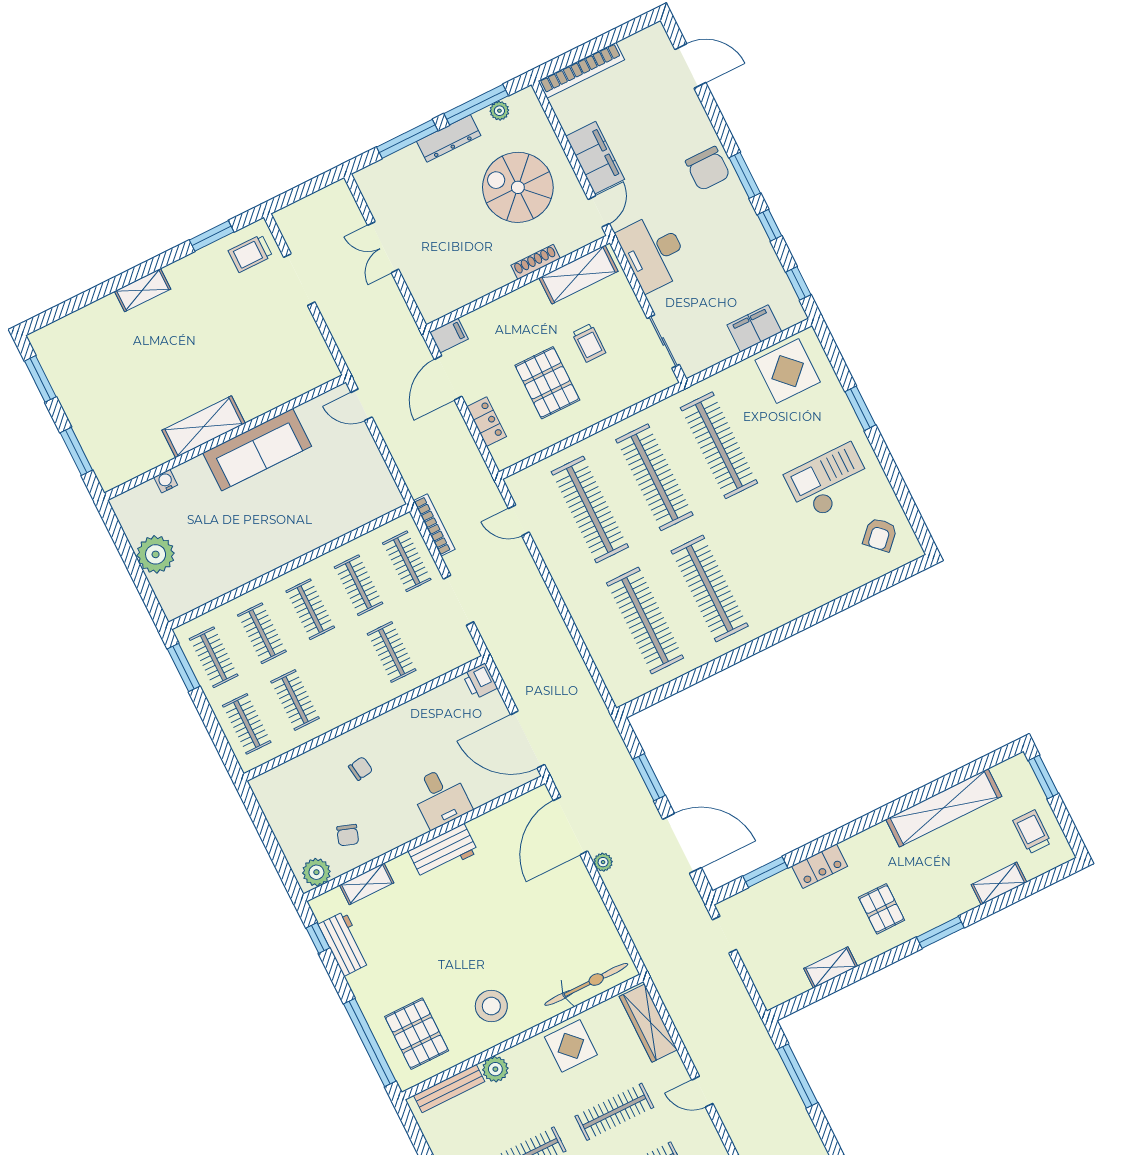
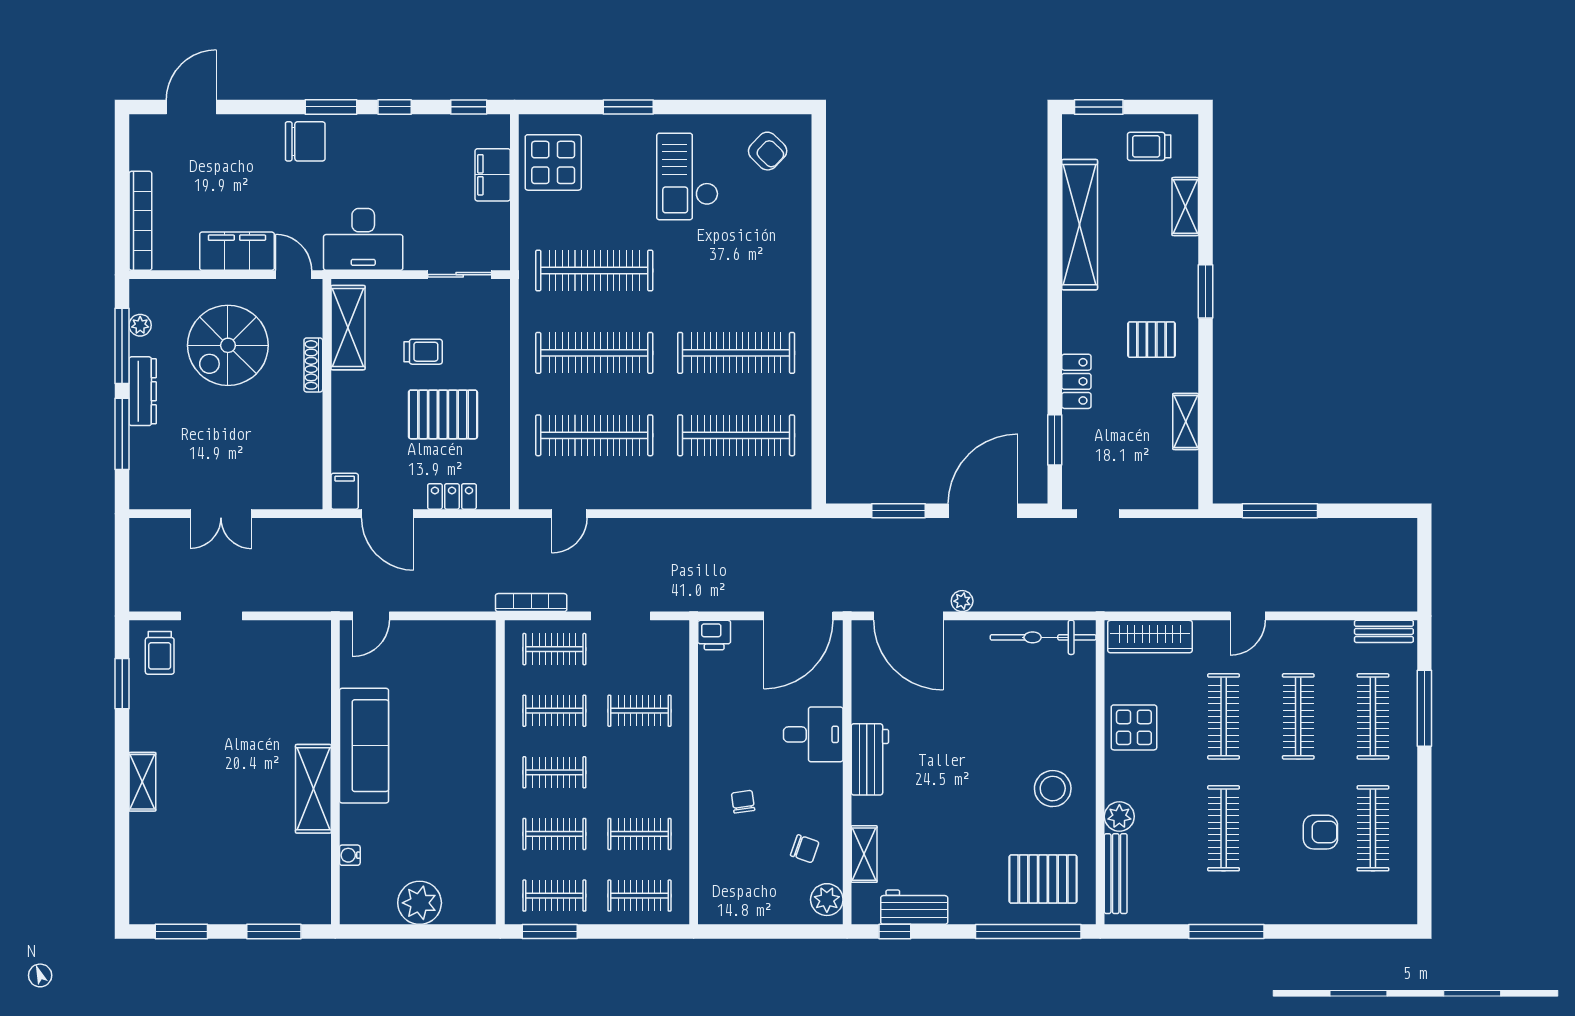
bicycle: (586, 984) -> (1043, 637), moved, turned -90

